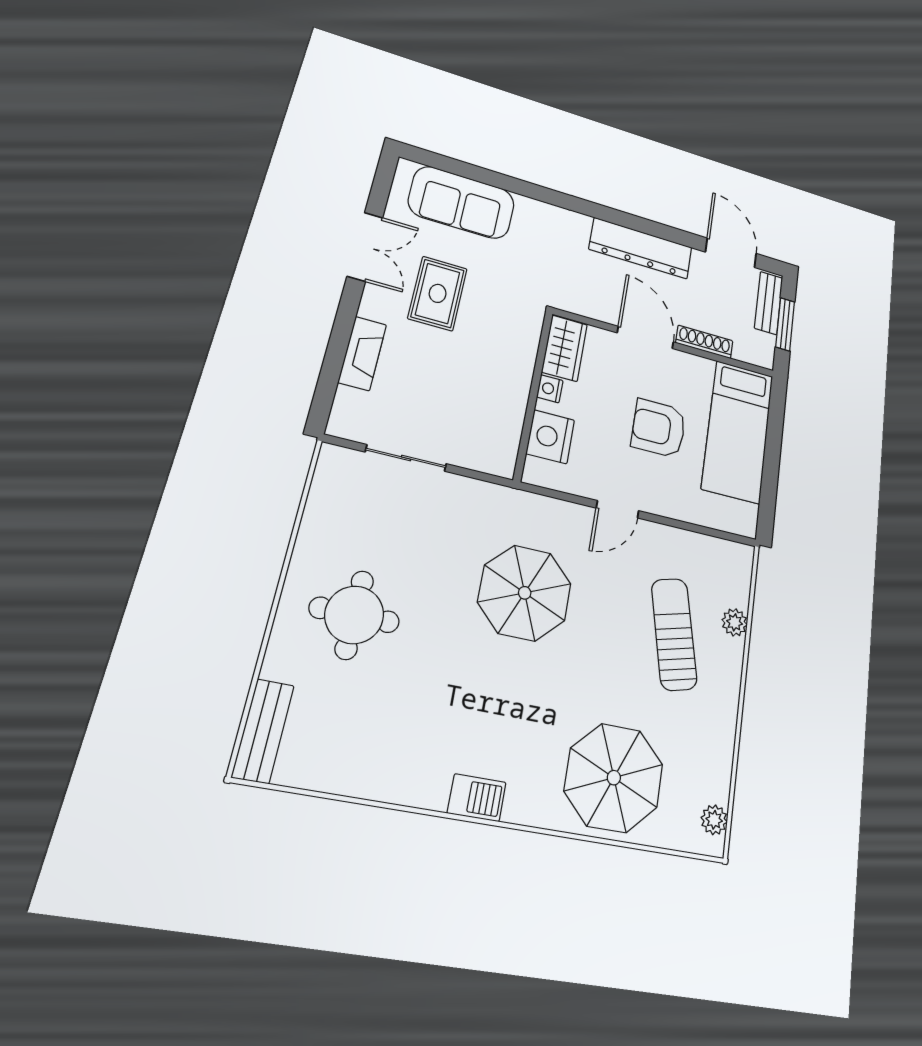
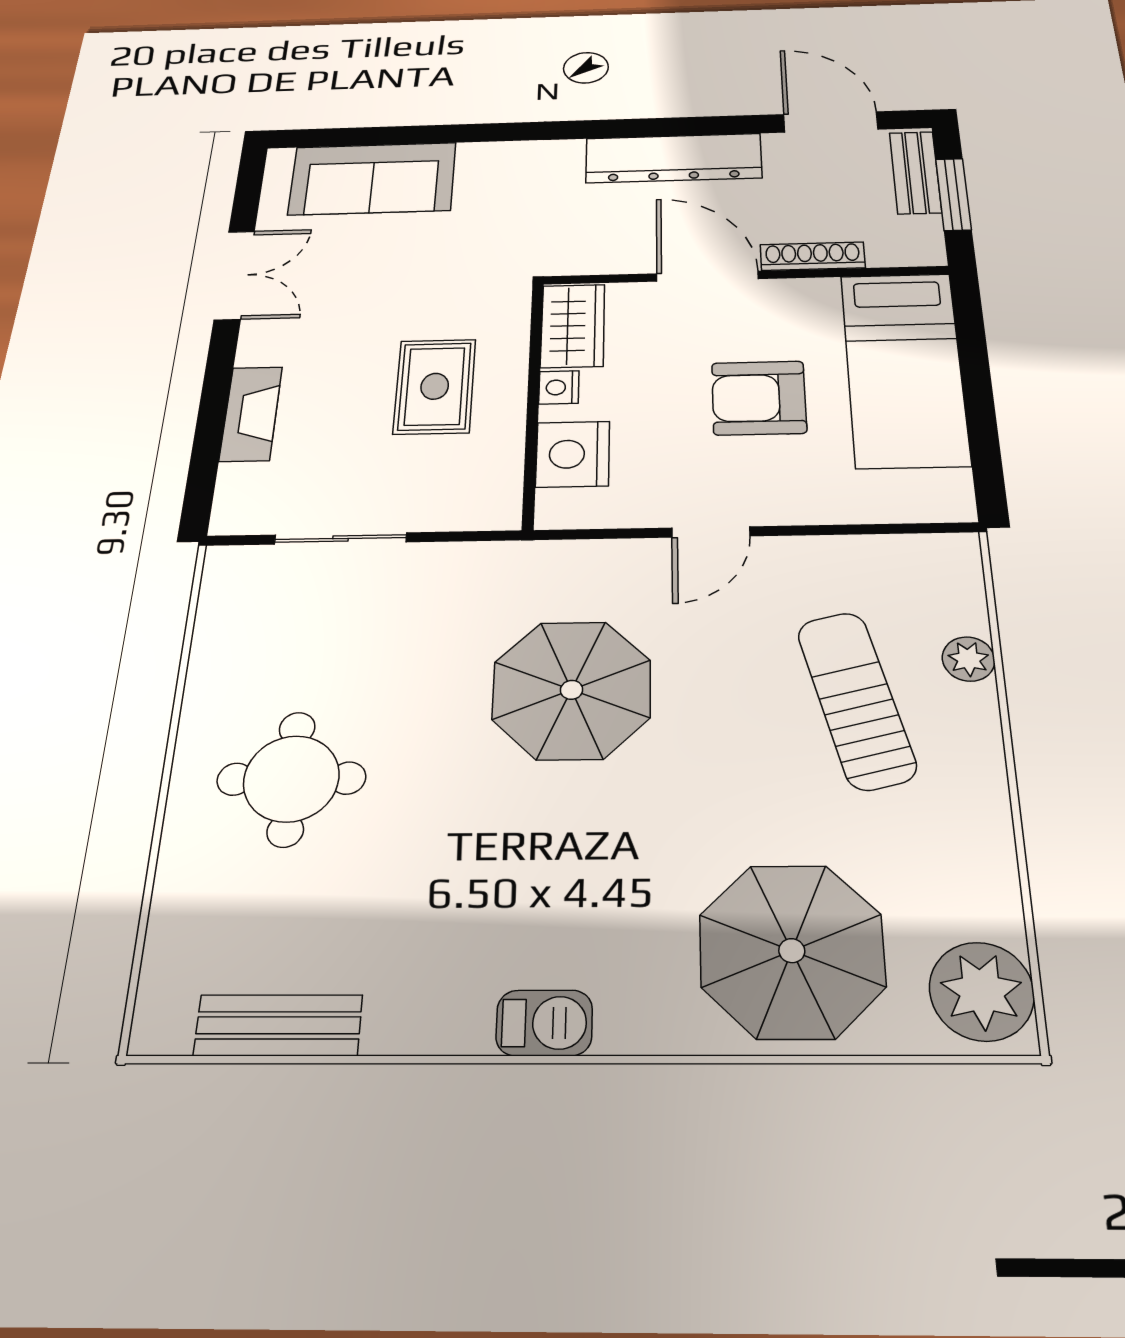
rug: (438, 293) -> (435, 386), moved
bench: (263, 731) -> (278, 1025), moved, turned 90
plant: (714, 820) -> (982, 991), width x1.88, depth x1.88

